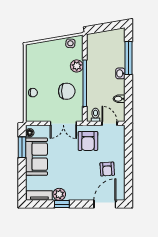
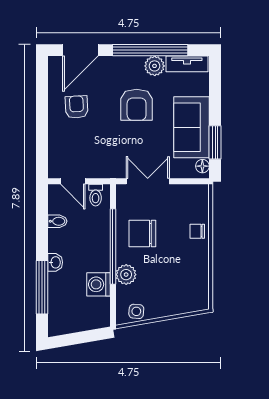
washing machine: (94, 60) -> (98, 284), added
armchair: (88, 141) -> (137, 105), moved, turned 180
window: (62, 204) -> (150, 50), width x3.17

